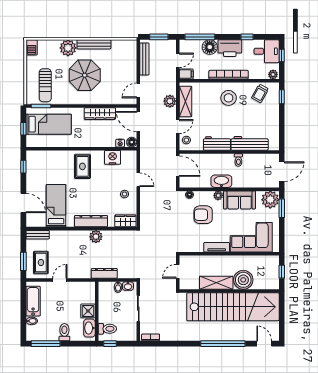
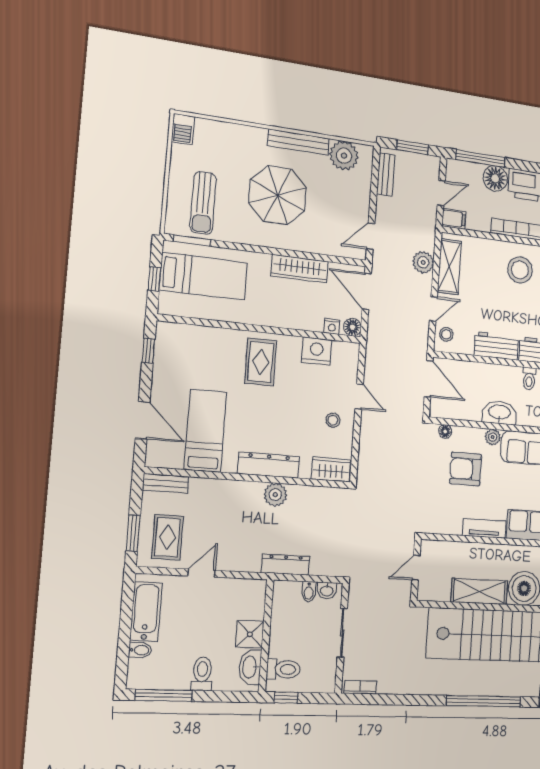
plant: (68, 48) -> (344, 156), moved
bench: (144, 59) -> (386, 174), width x0.73

